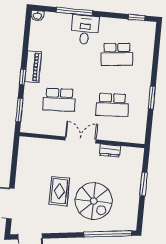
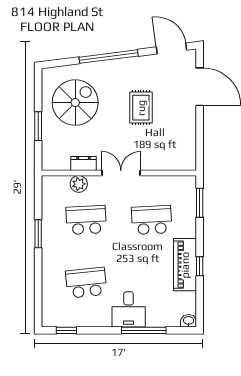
piano: (33, 67) -> (185, 265), width x1.37, depth x1.33
window: (23, 77) -> (200, 266), moved
plant: (115, 134) -> (79, 184), added
double door: (80, 140) -> (121, 173), swing flipped
spiral stairs: (94, 201) -> (75, 103), moved, turned 90
window: (108, 234) -> (109, 57), moved

